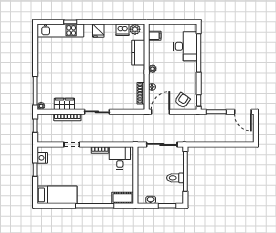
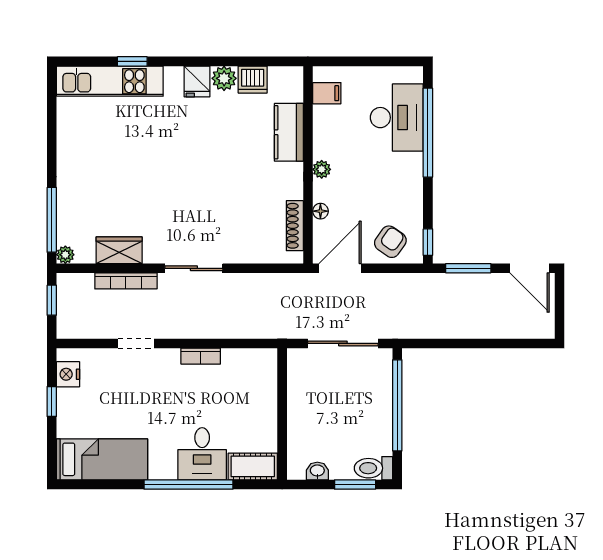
plant: (135, 29) -> (224, 78), moved
desk: (120, 158) -> (202, 454), moved, turned 180
toilet: (175, 178) -> (373, 468), moved

